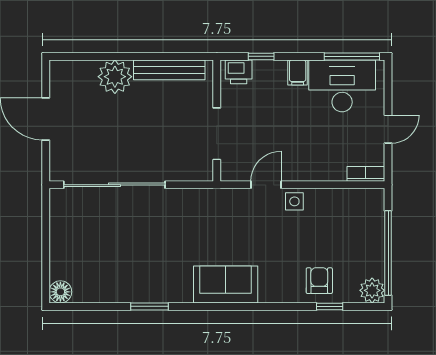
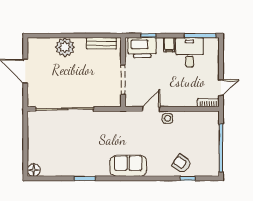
bench: (169, 70) -> (101, 43), width x0.73
printer: (239, 72) -> (142, 48), width x1.87, depth x1.48
desk: (342, 86) -> (190, 52), width x0.73
door: (388, 129) -> (221, 88), moved
armchair: (319, 281) -> (182, 164), turned -55
plant: (372, 290) -> (212, 169), removed

